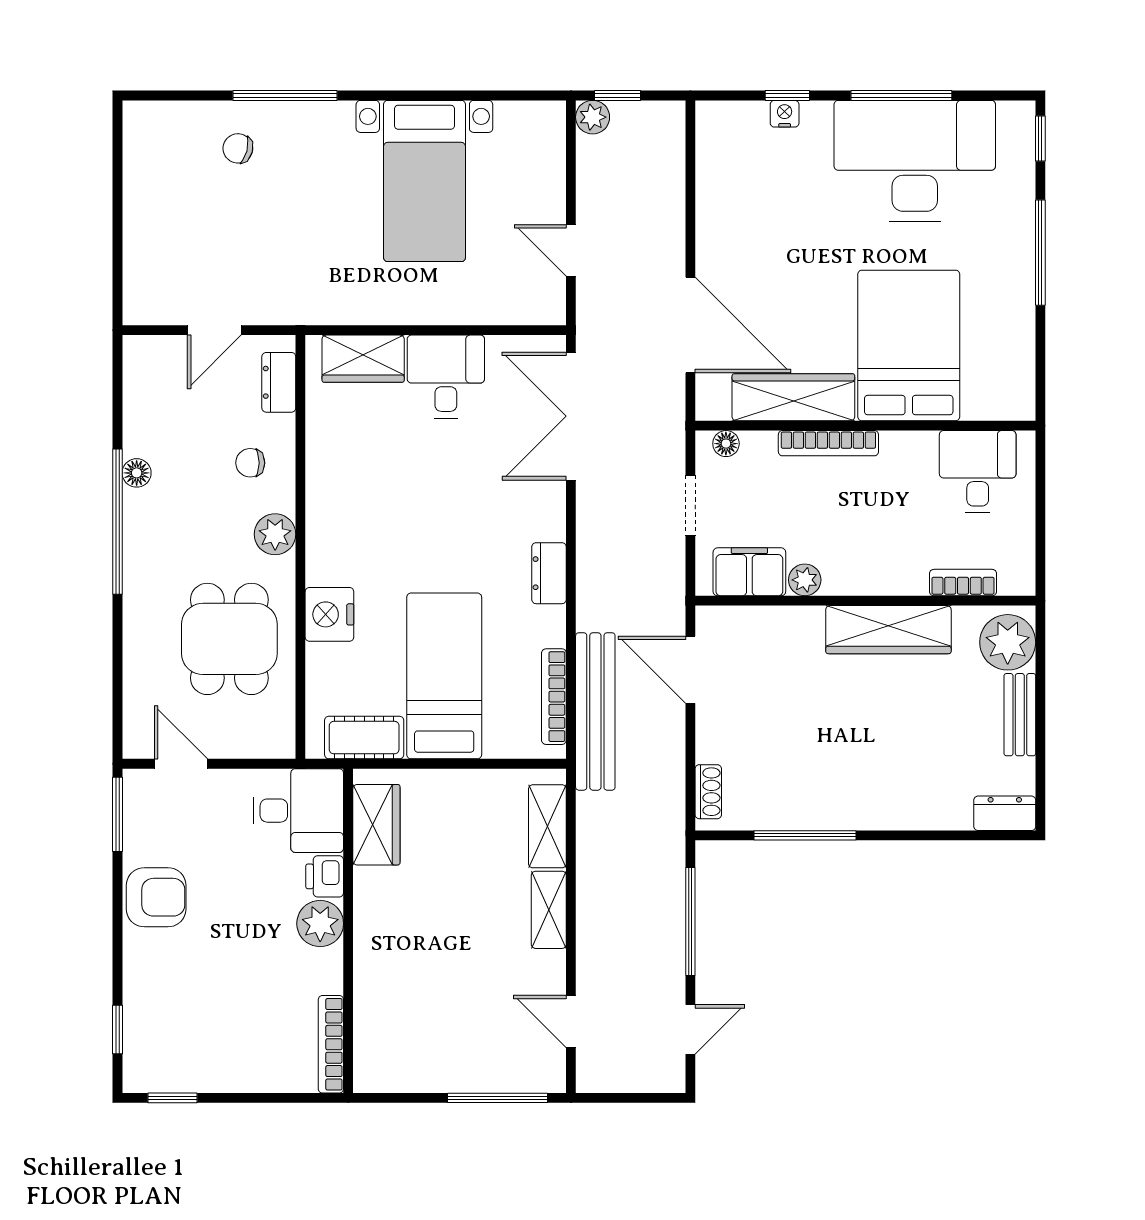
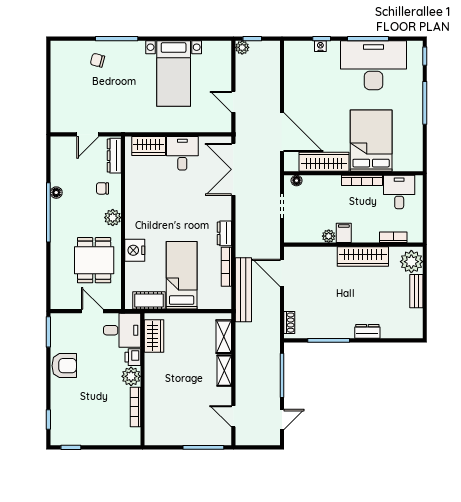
dresser: (279, 382) -> (114, 156), width x1.44
bookcase: (828, 443) -> (362, 180), moved
filing cabinet: (749, 572) -> (344, 233), moved, width x0.50
bookcase: (554, 697) -> (226, 267), moved
door: (181, 764) -> (92, 311), moved
dresser: (1005, 813) -> (367, 331), moved
bookcase: (331, 1044) -> (135, 407), moved

